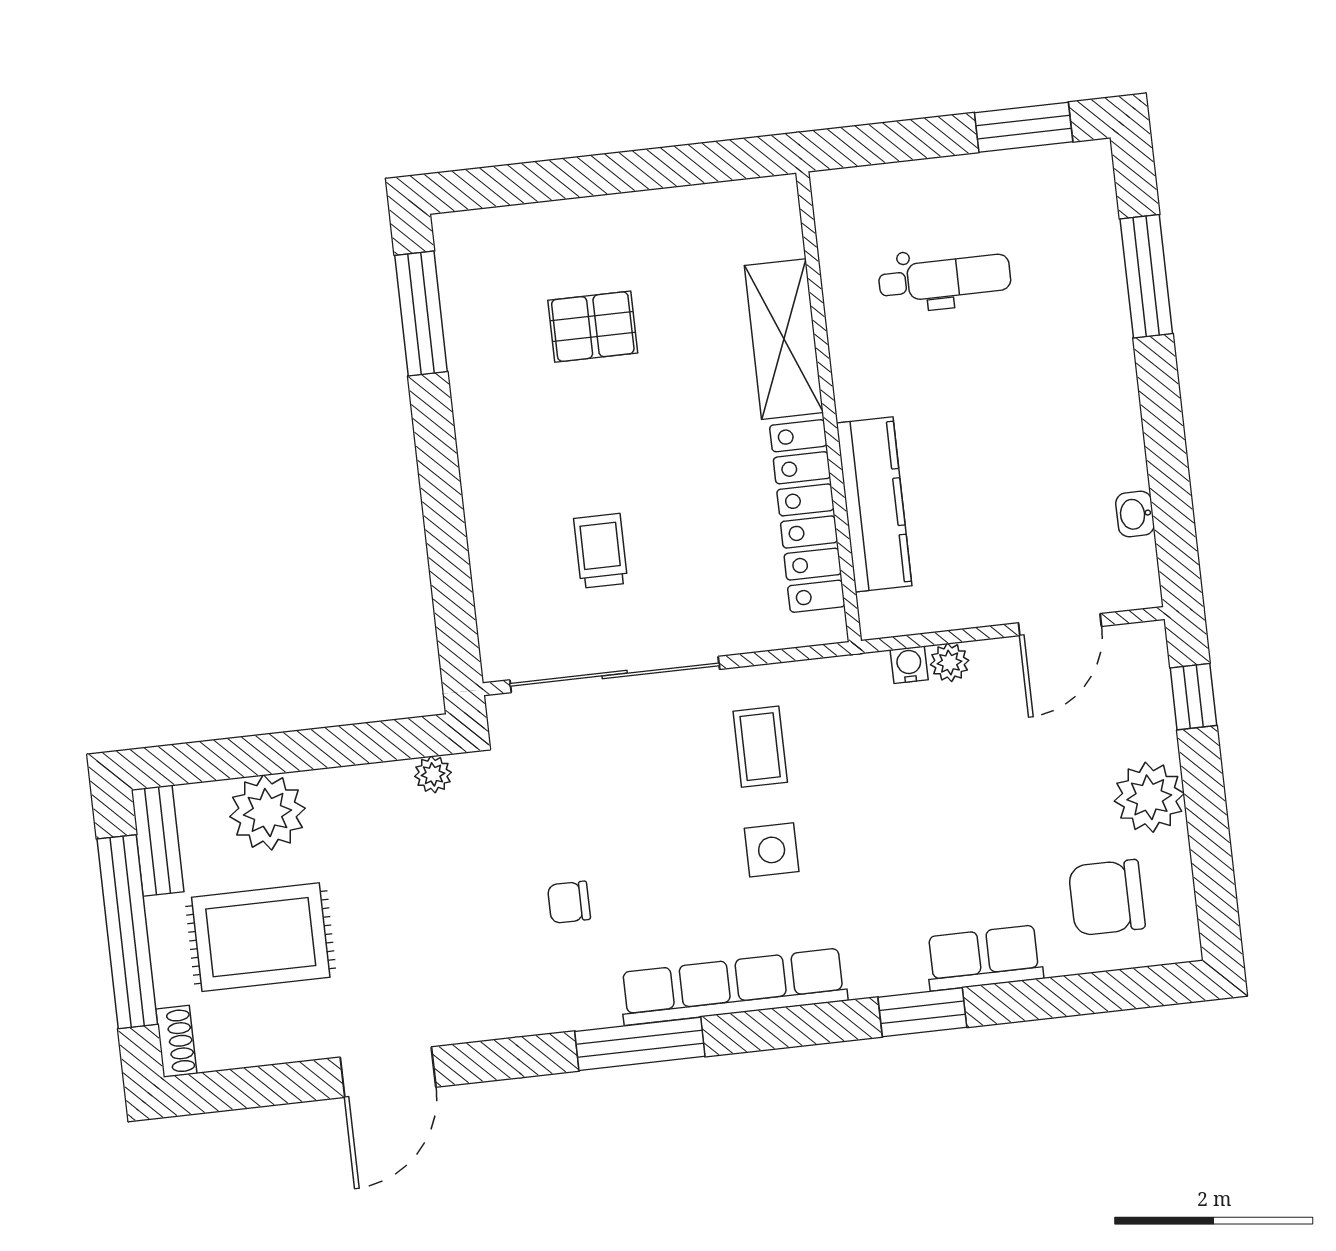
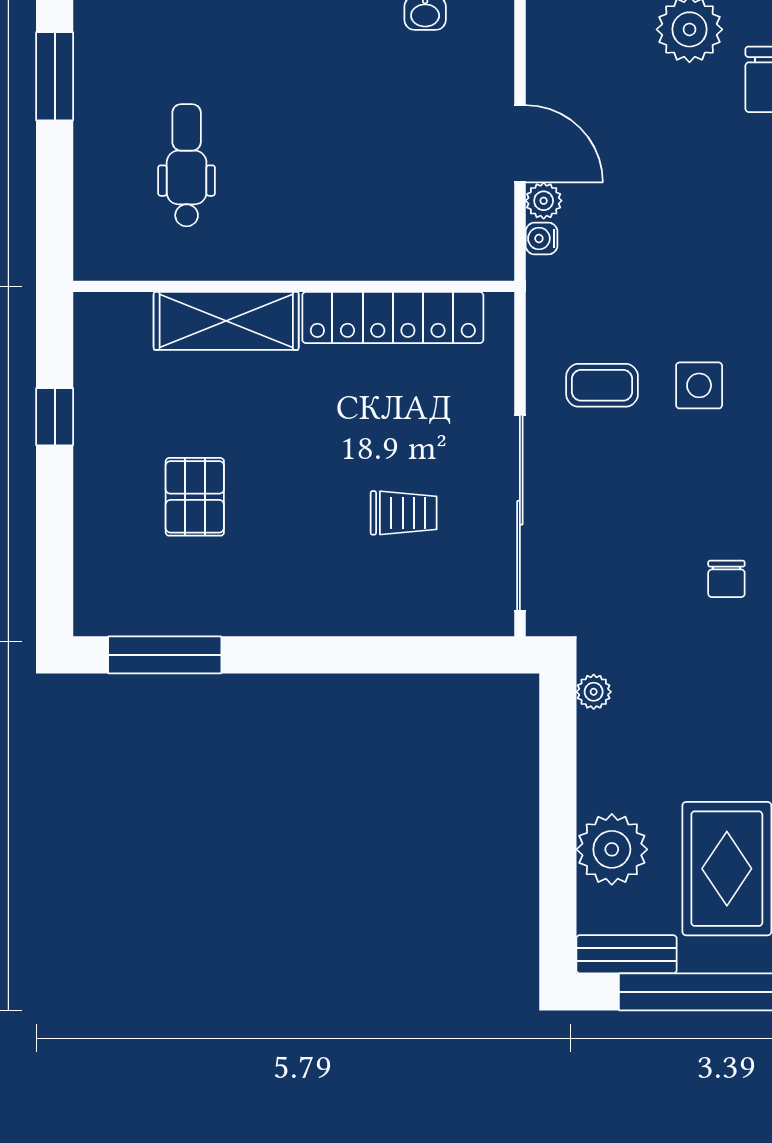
window: (661, 168) -> (55, 417), added
kitchen counter: (874, 504) -> (389, 254), removed
trolley: (601, 551) -> (404, 513), turned 180
door: (1060, 625) -> (520, 144), moved

